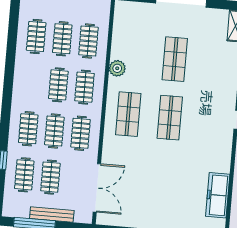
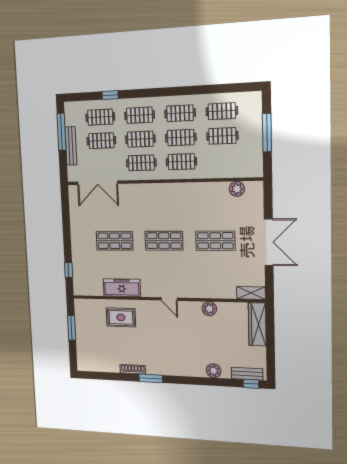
clothes rail: (88, 41) -> (180, 113), moved
plant: (117, 68) -> (237, 189), moved
shop shelf: (128, 114) -> (115, 241), moved
freezer: (218, 195) -> (122, 288), moved

